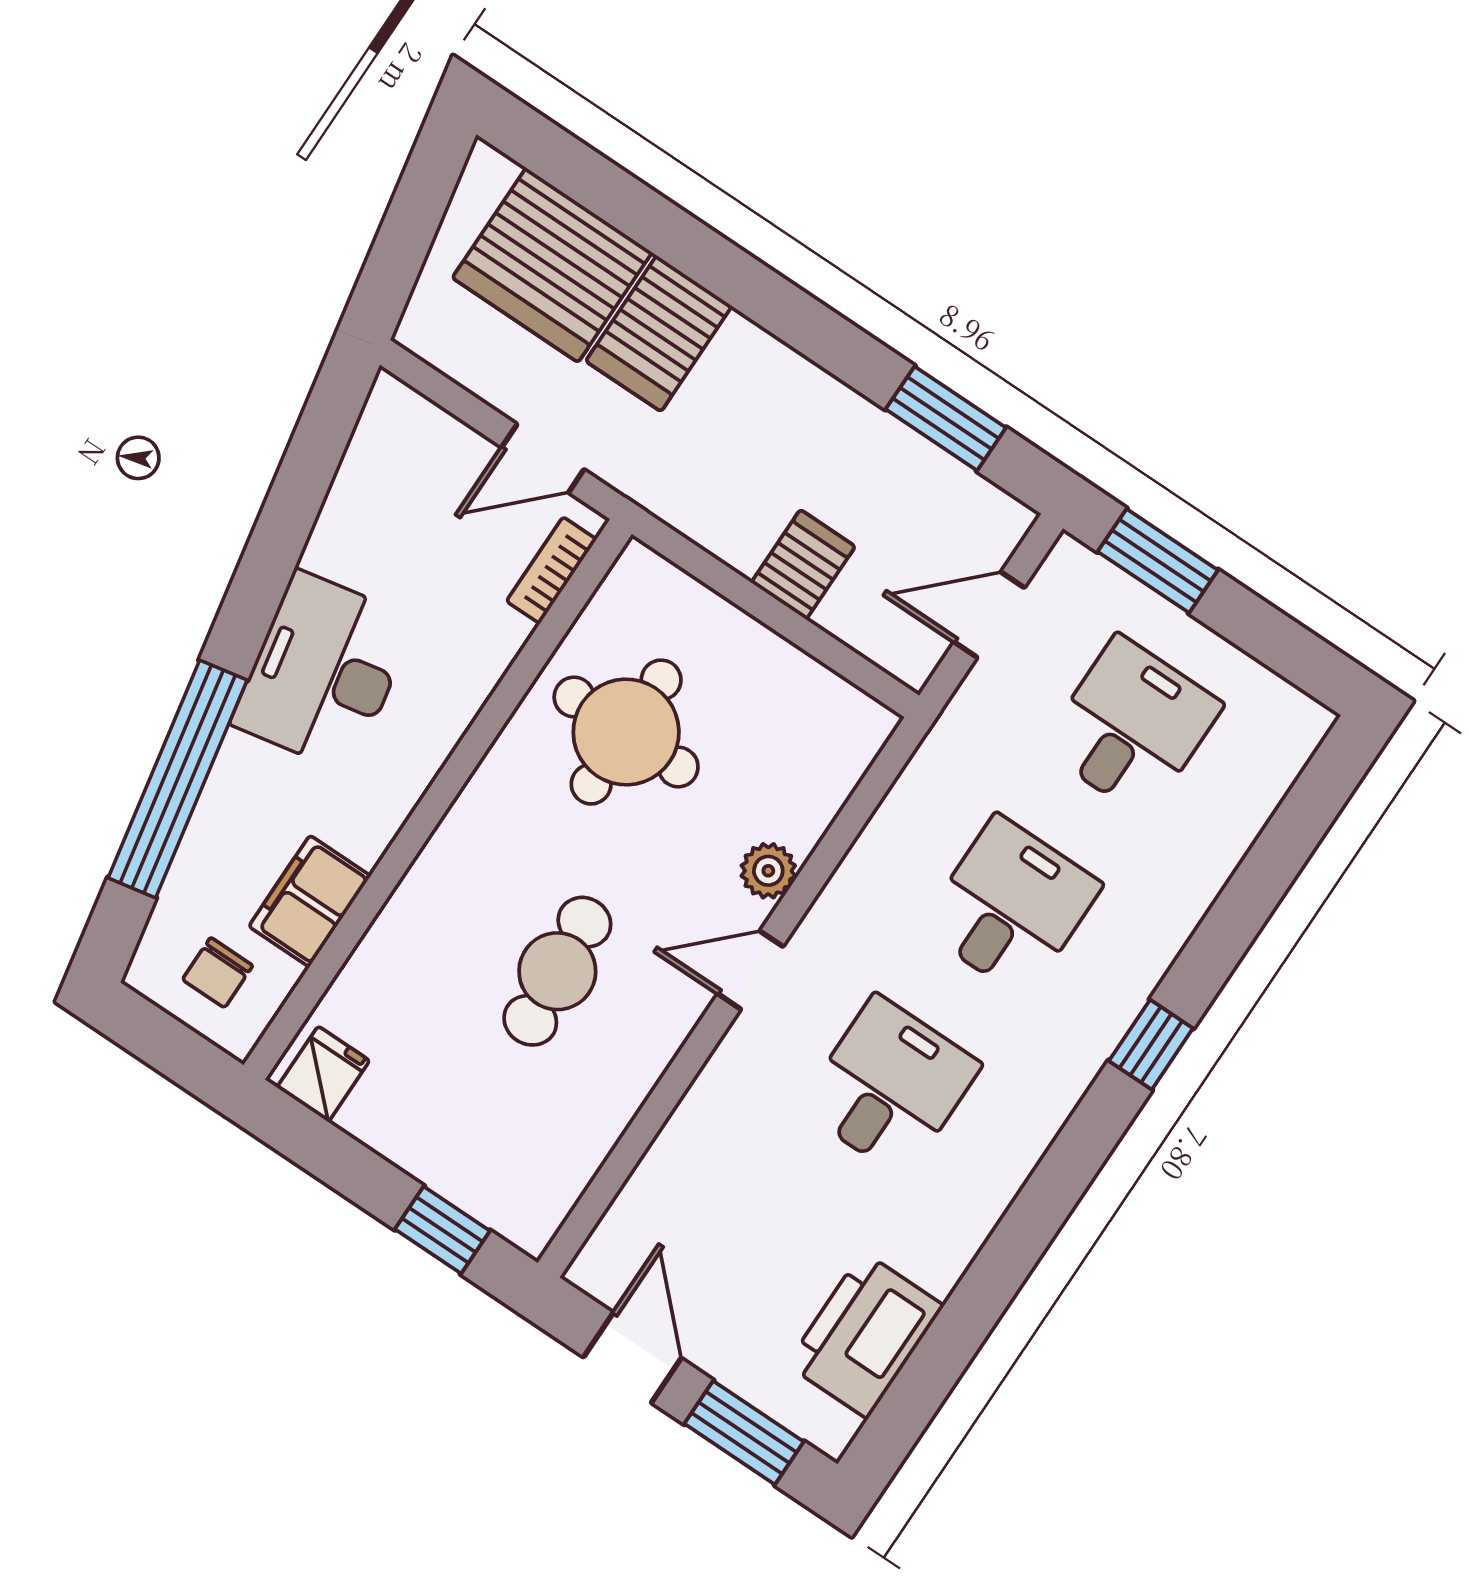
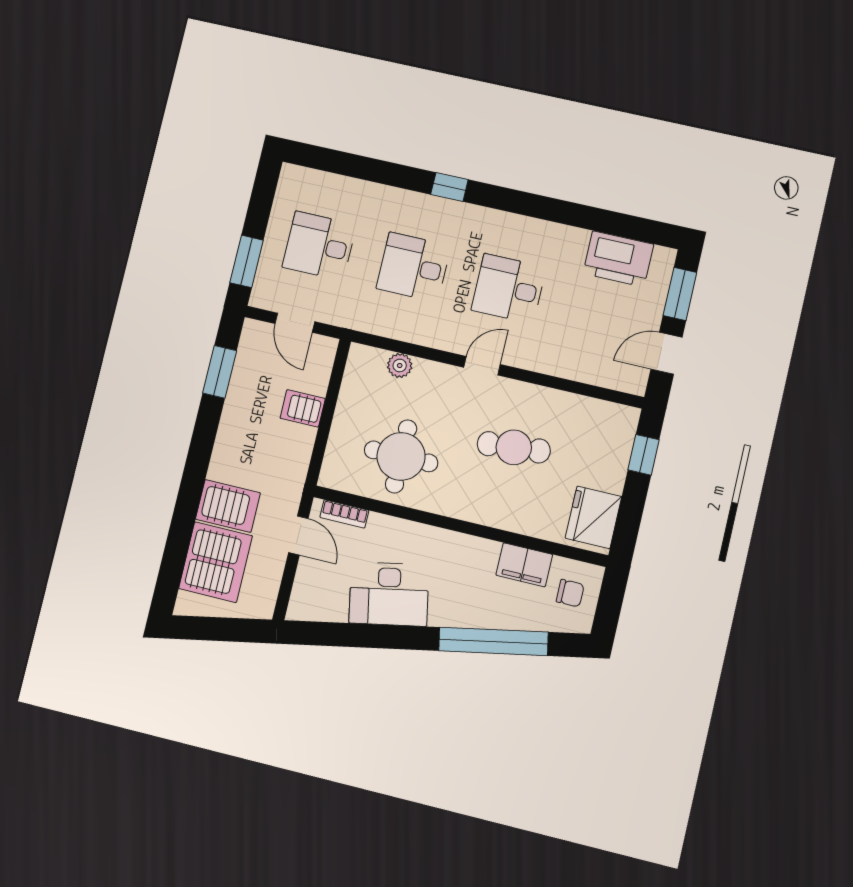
desk: (323, 672) -> (389, 594), moved
plant: (768, 871) -> (400, 365), moved
door: (750, 970) -> (482, 366), swing flipped
fridge: (323, 1074) -> (593, 517), width x1.88, depth x1.34

